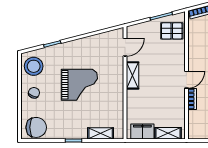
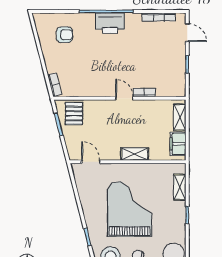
shelving: (132, 75) -> (135, 154), moved
grand piano: (79, 85) -> (130, 209), width x1.37, depth x1.48

